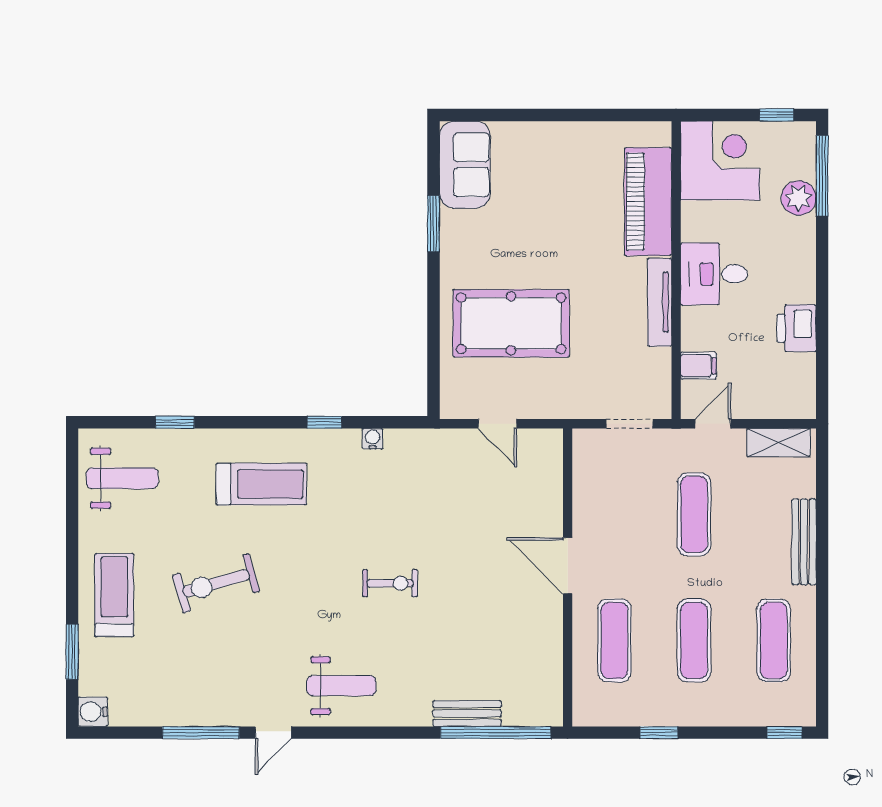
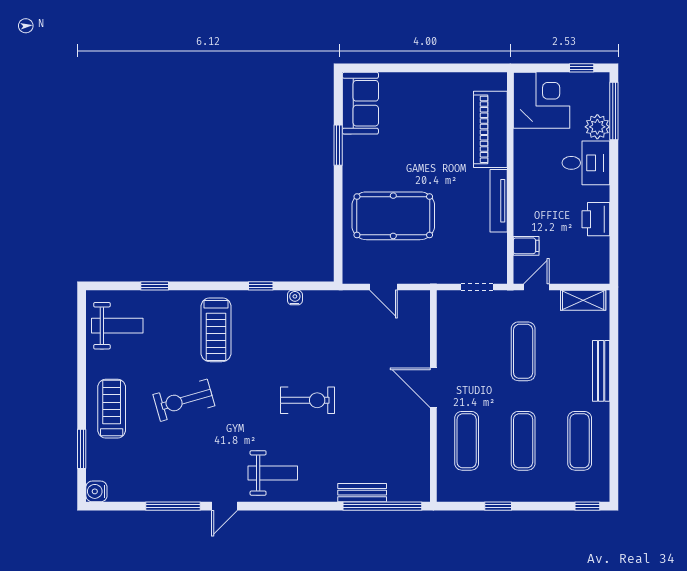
desk: (714, 274) -> (586, 163), moved, turned 180
treadmill: (261, 484) -> (216, 330), turned 90
exercise bike: (390, 583) -> (307, 400), width x1.38, depth x1.39

